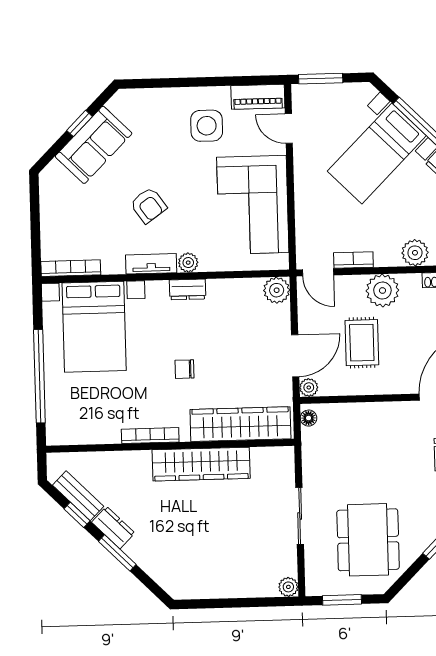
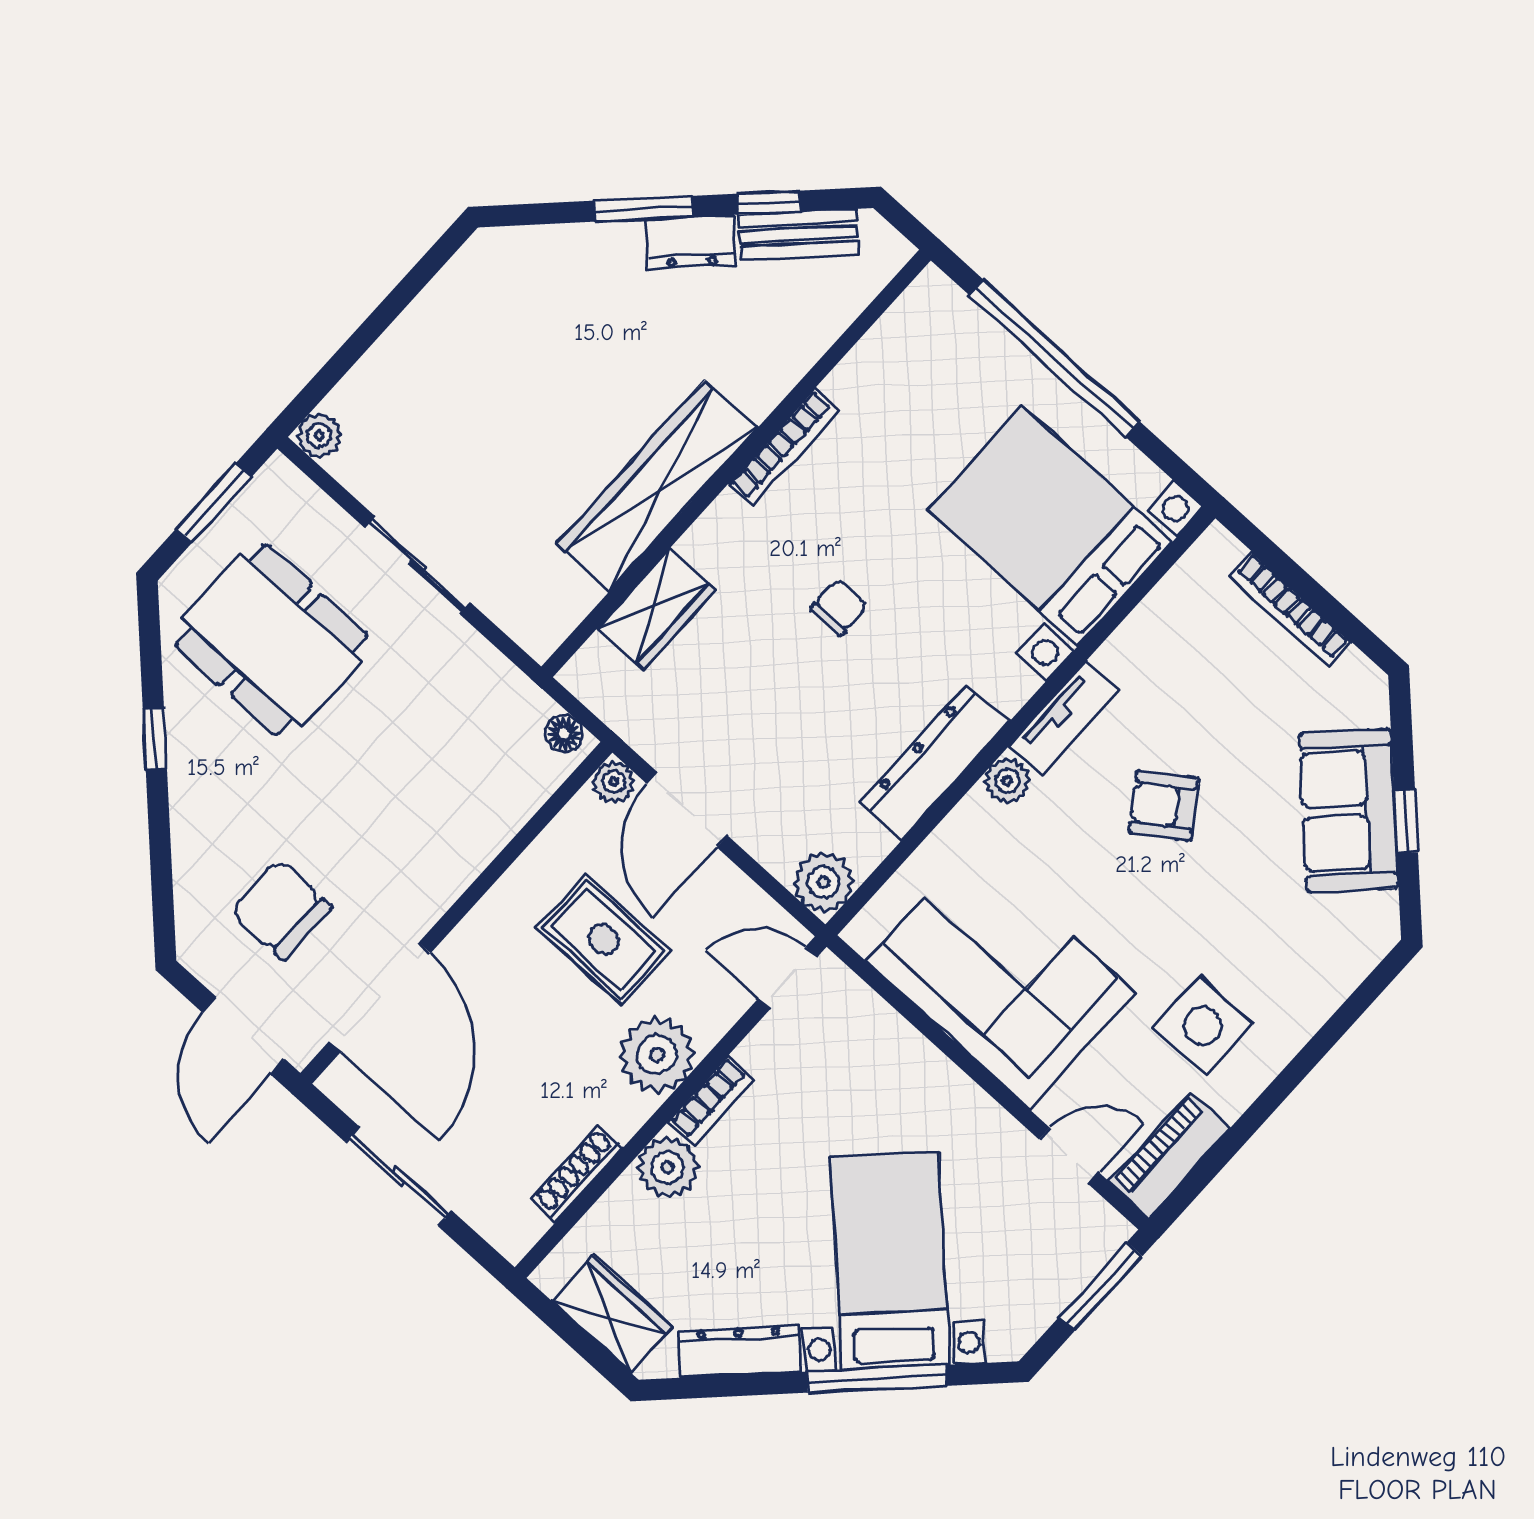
bookcase: (353, 260) -> (711, 1100), moved
bookcase: (71, 268) -> (1290, 609), moved, turned 90
dresser: (188, 289) -> (934, 763), width x1.96, depth x1.24
wardrobe: (240, 424) -> (657, 609), width x0.48, depth x0.85

